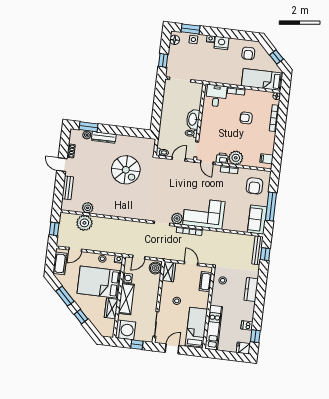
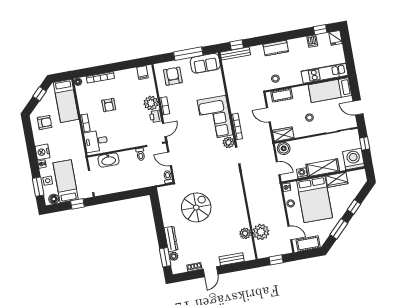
bed: (188, 56) -> (66, 181), added
washbasin: (193, 119) -> (109, 160), moved
armchair: (254, 186) -> (173, 76), turned -90
door: (191, 264) -> (268, 115), hinge flipped

